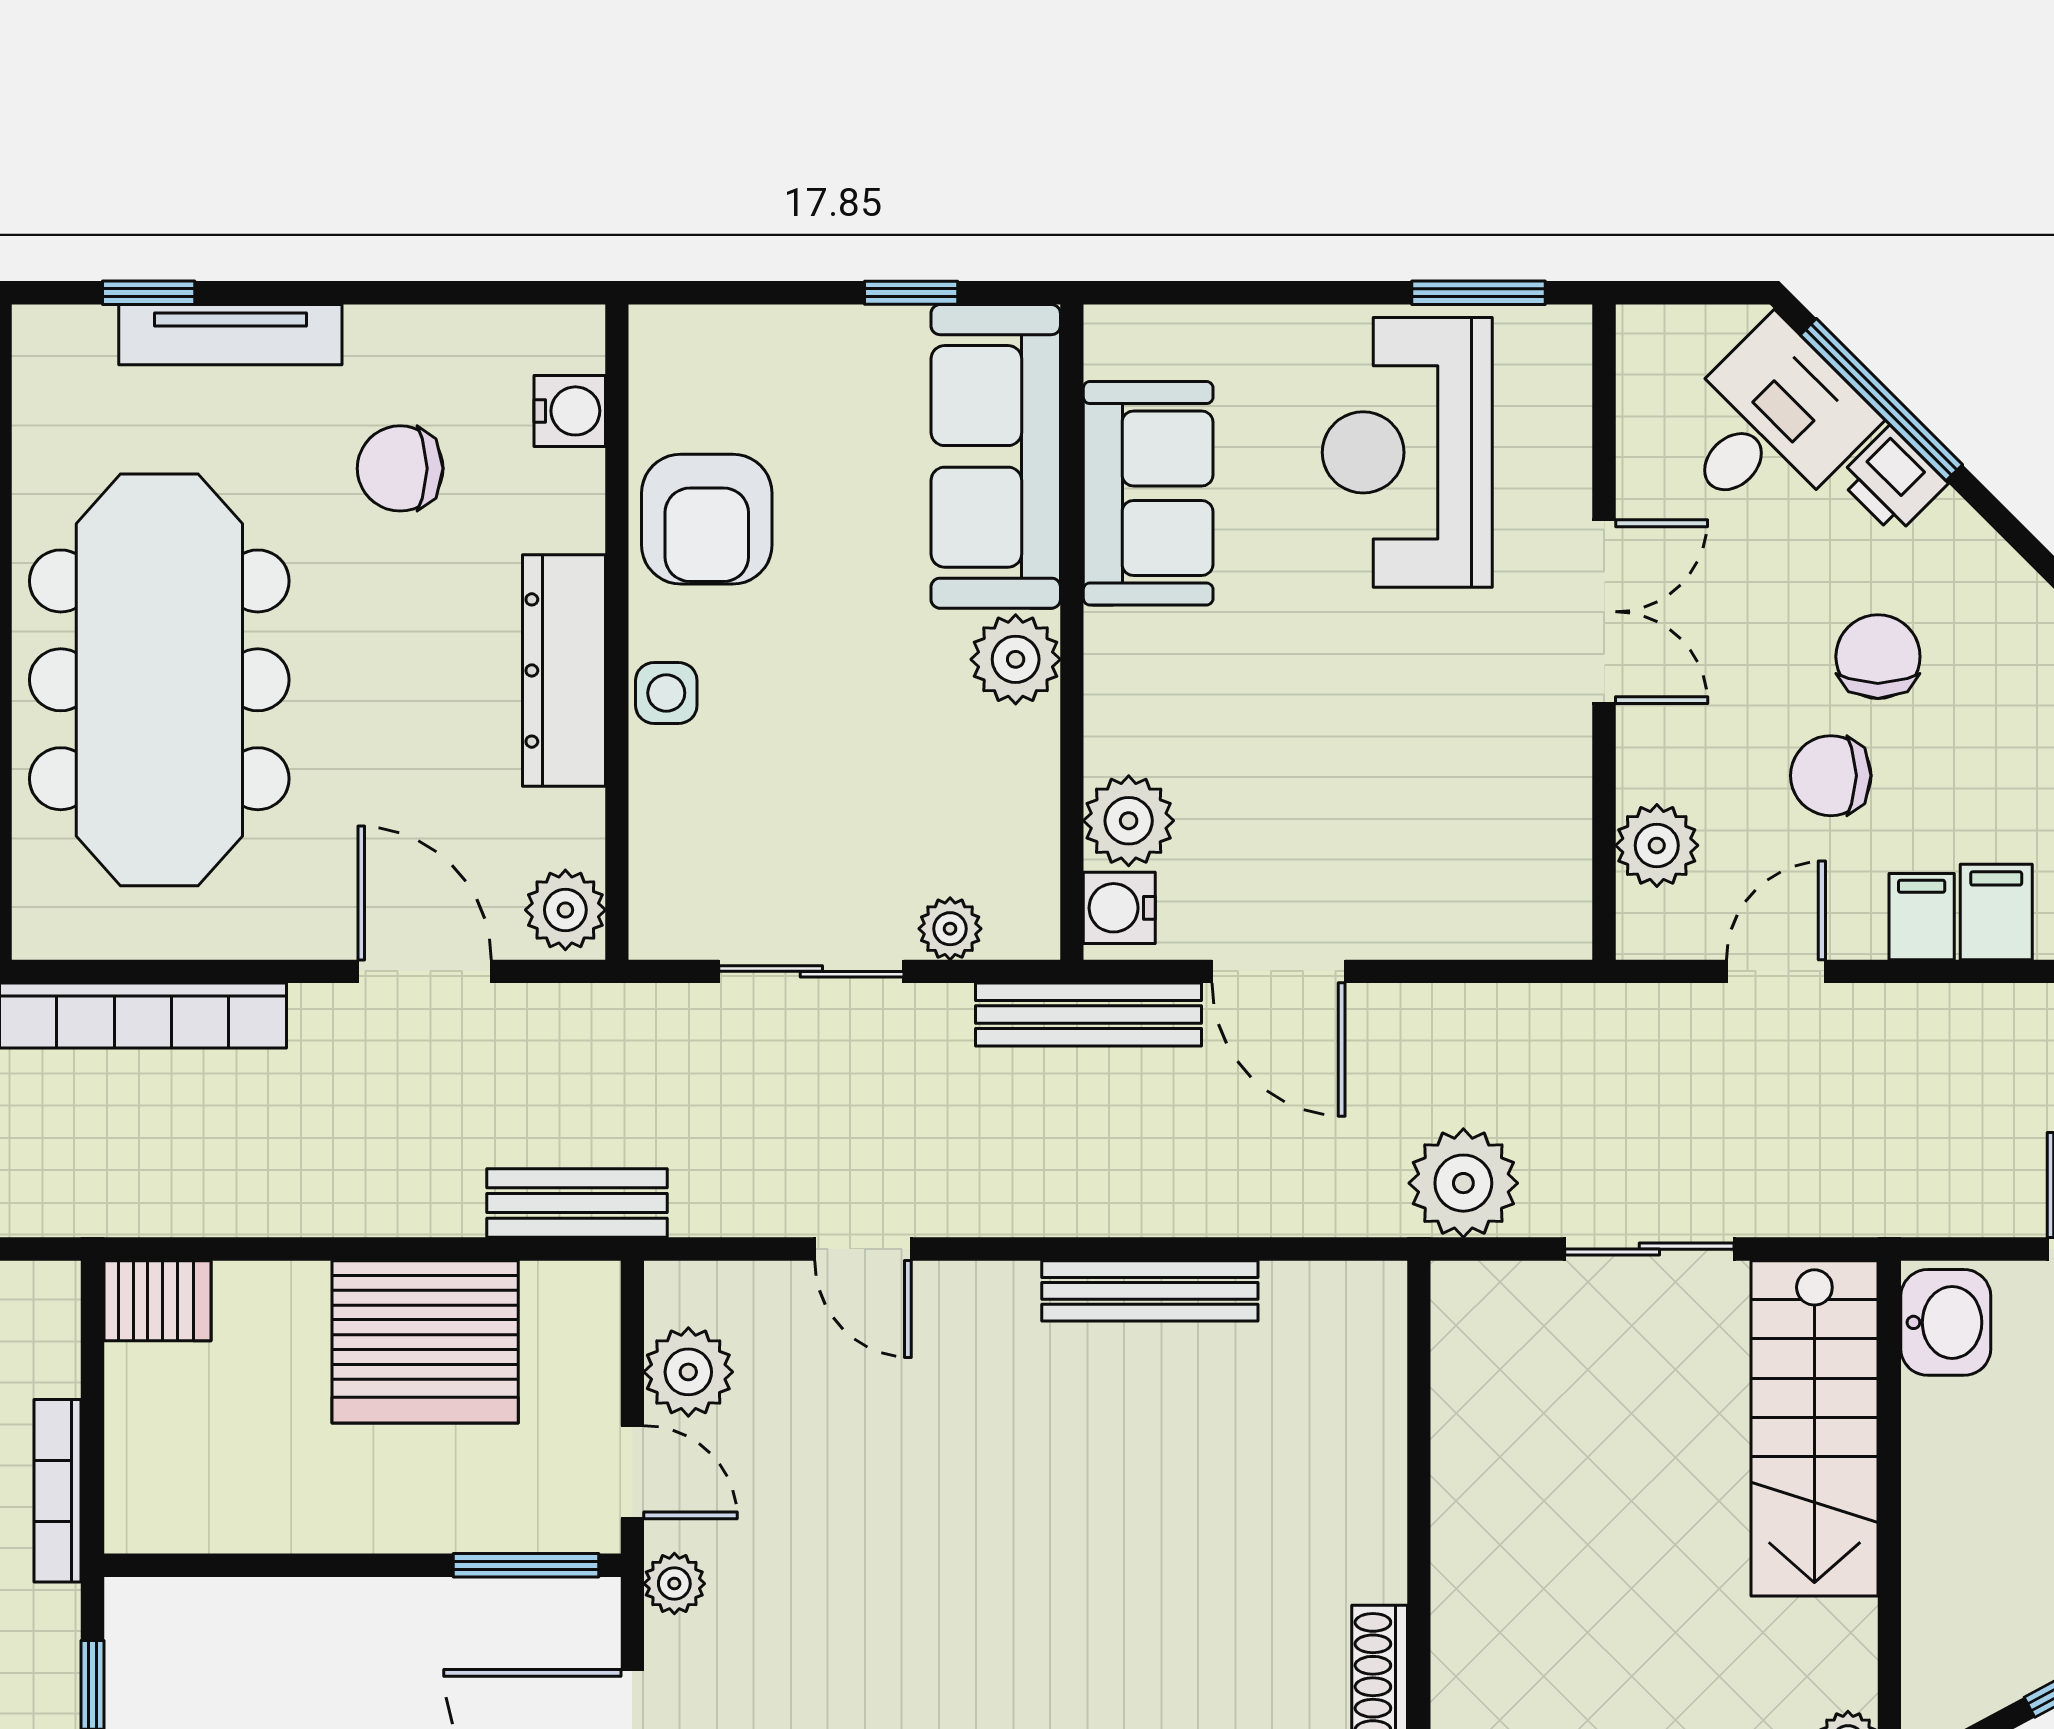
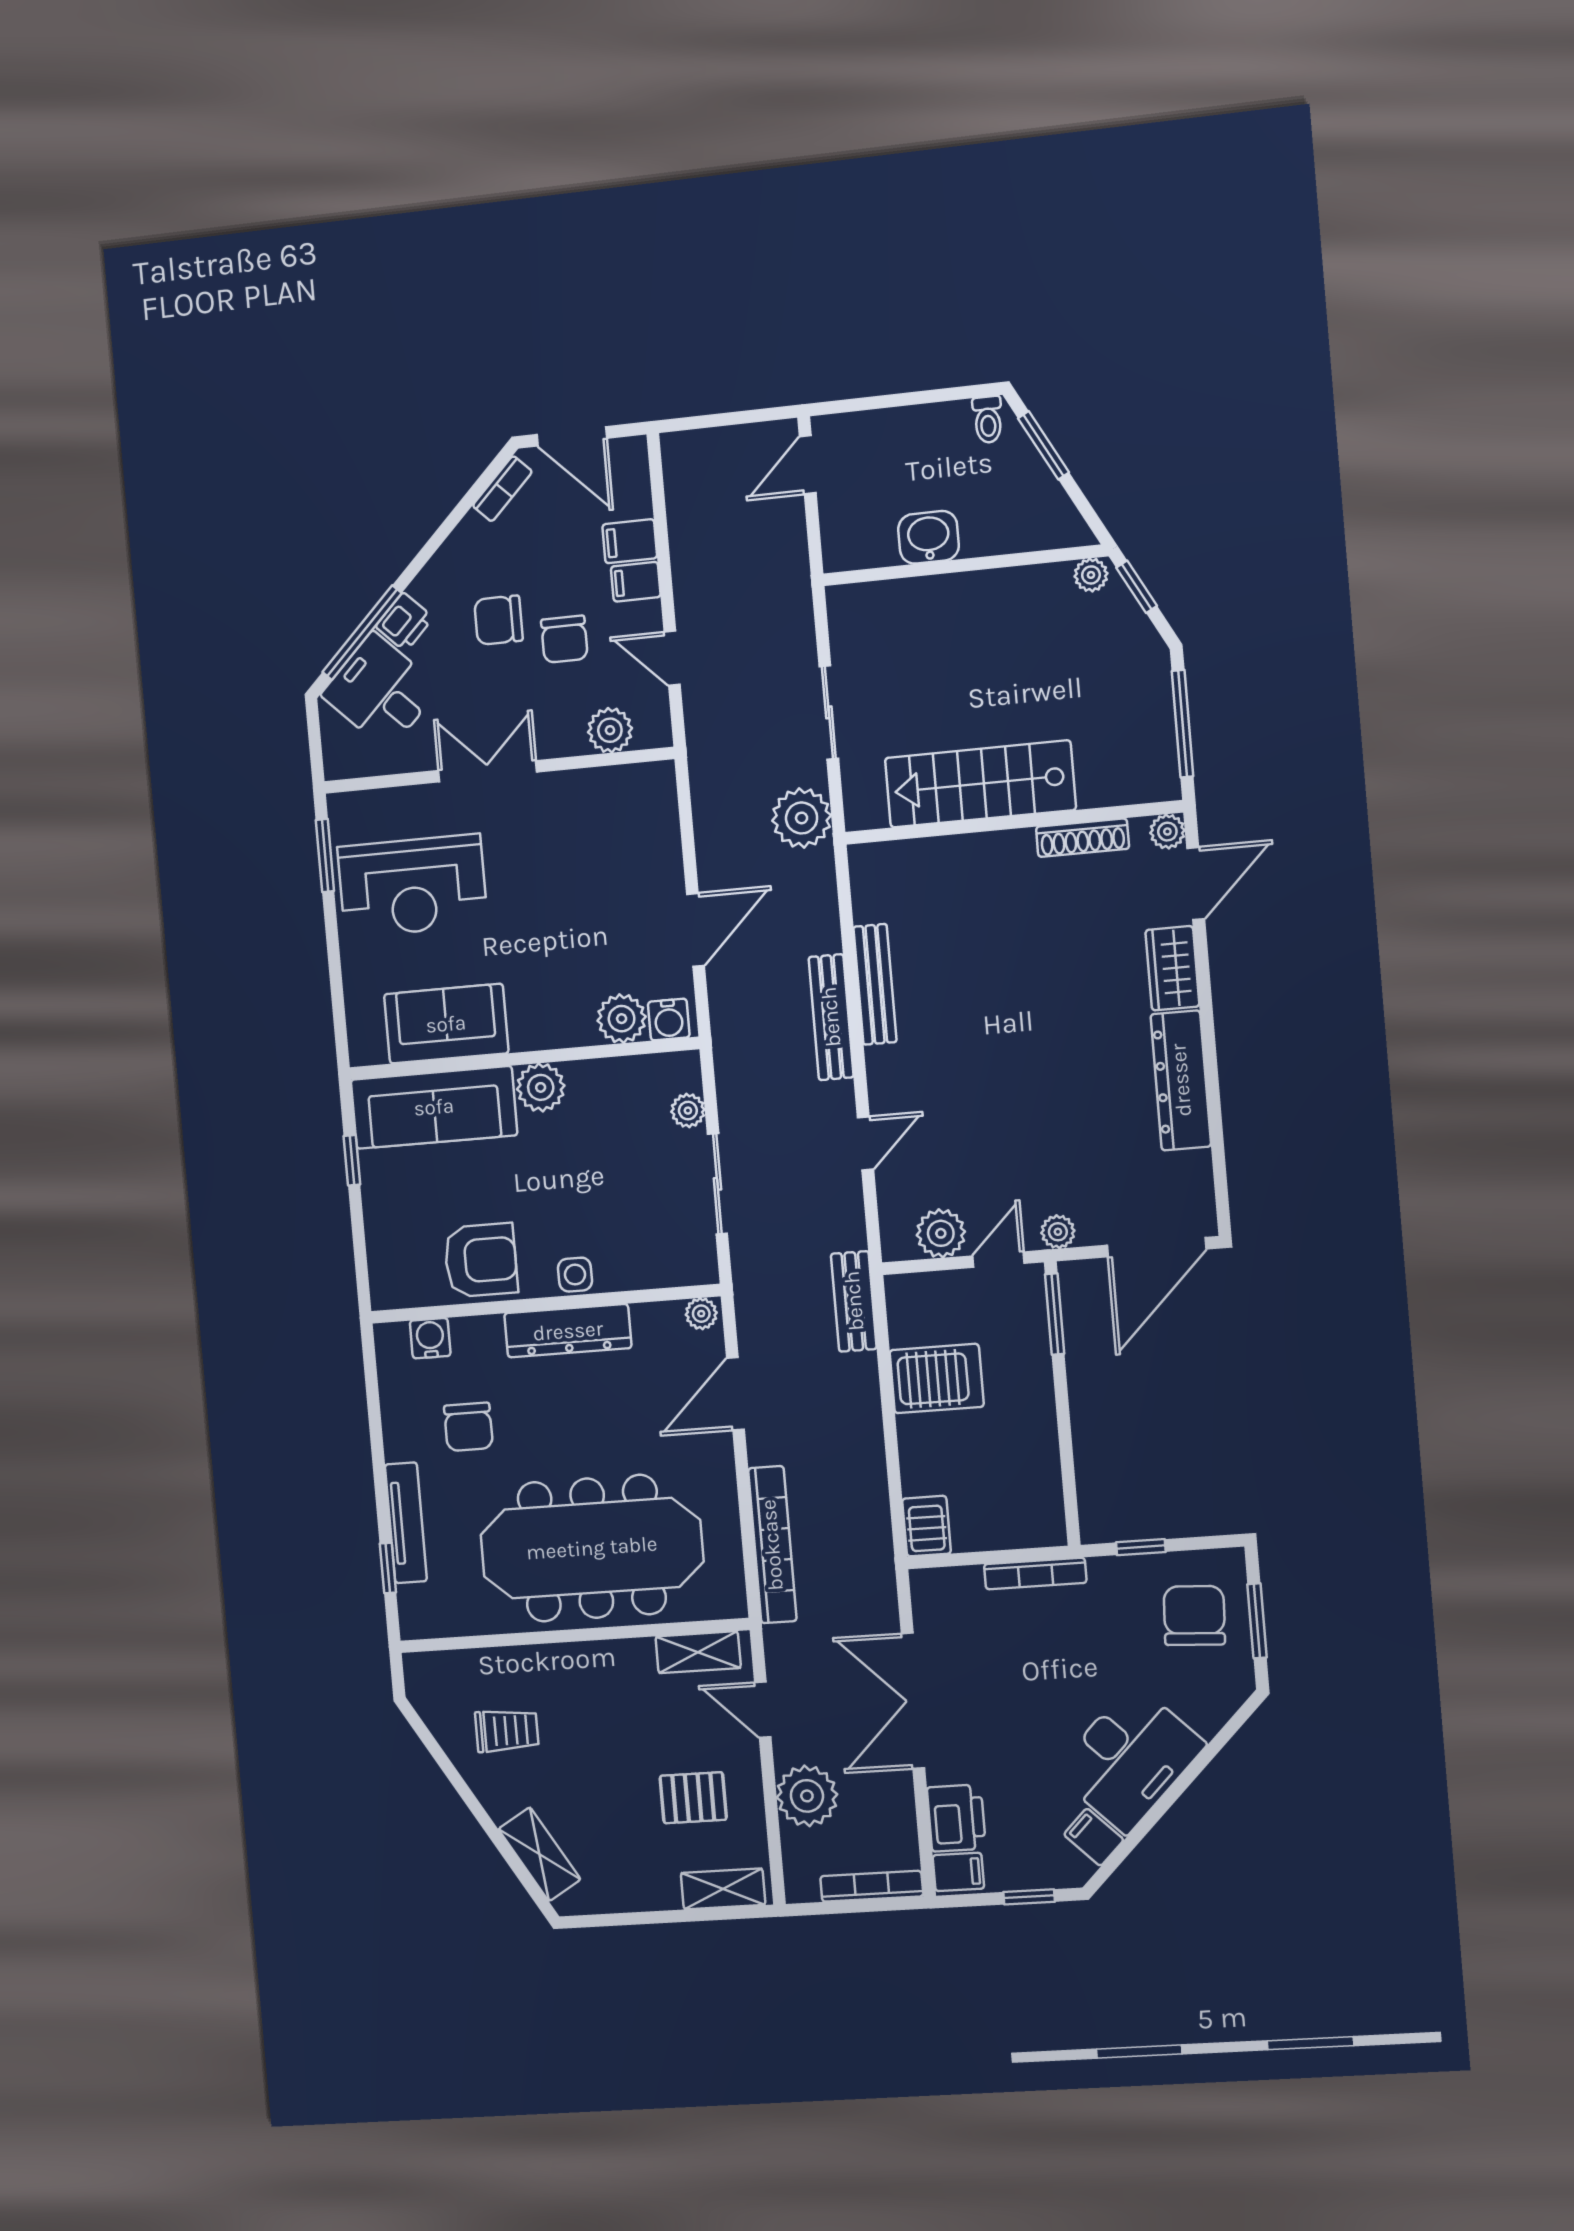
plant: (565, 910) -> (701, 1314), width x0.73, depth x0.73
bench: (1089, 1015) -> (831, 1017), moved
washbasin: (1946, 1322) -> (929, 537), moved
server rack: (425, 1342) -> (937, 1379), width x0.62
stairs: (1814, 1428) -> (980, 784), moved, turned 180

